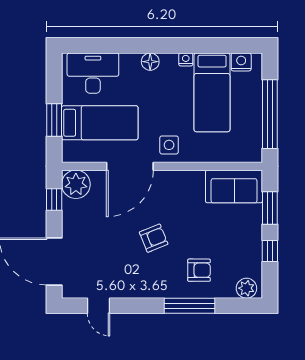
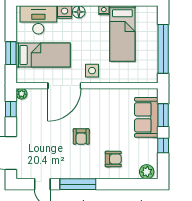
nightstand: (241, 62) -> (65, 12), moved
plant: (76, 184) -> (22, 94), width x0.53, depth x0.53
sofa: (234, 186) -> (146, 117), moved, turned 90
armchair: (154, 238) -> (81, 136), turned 112
window: (189, 306) -> (78, 184), moved

